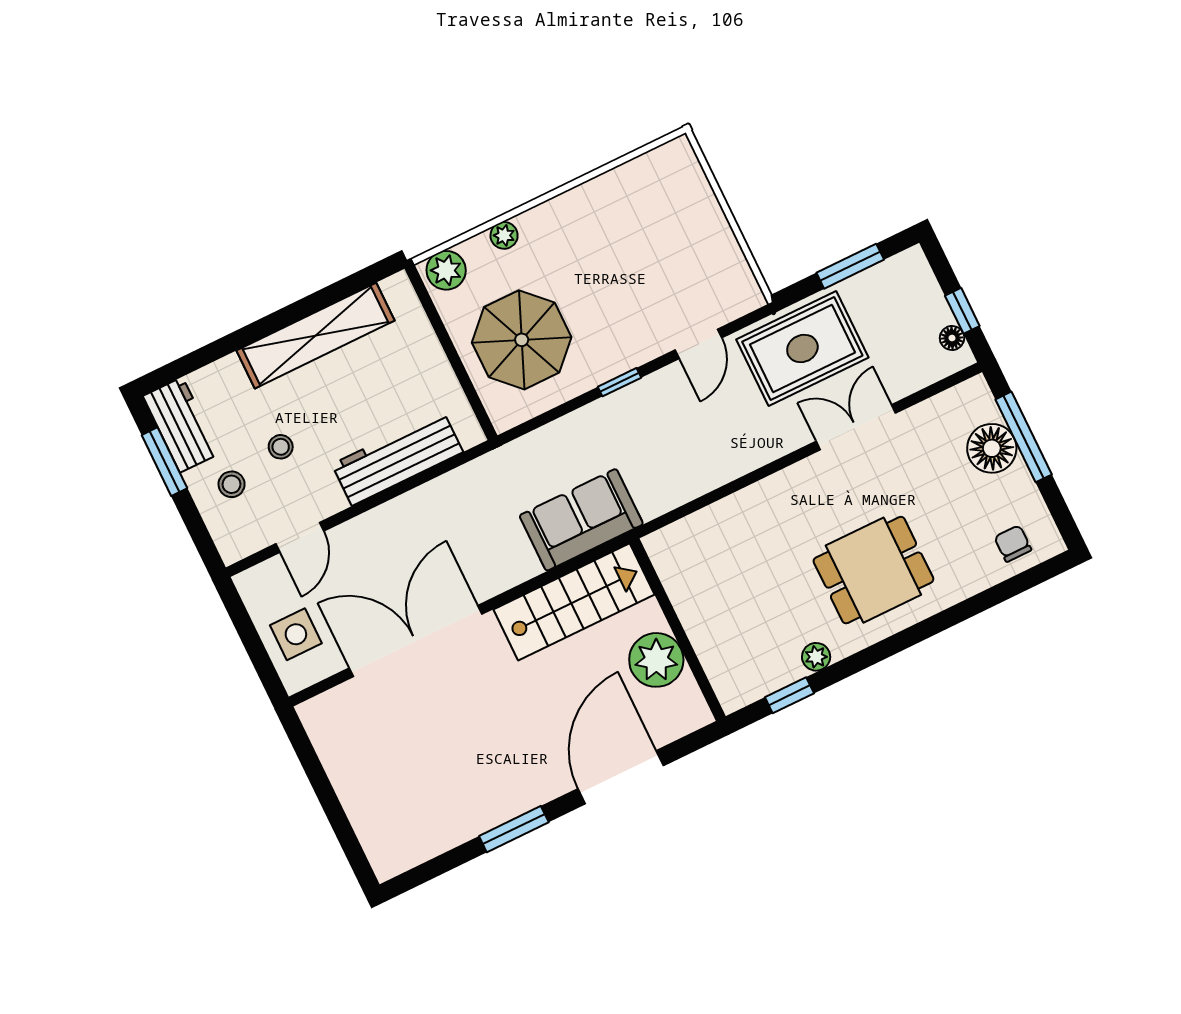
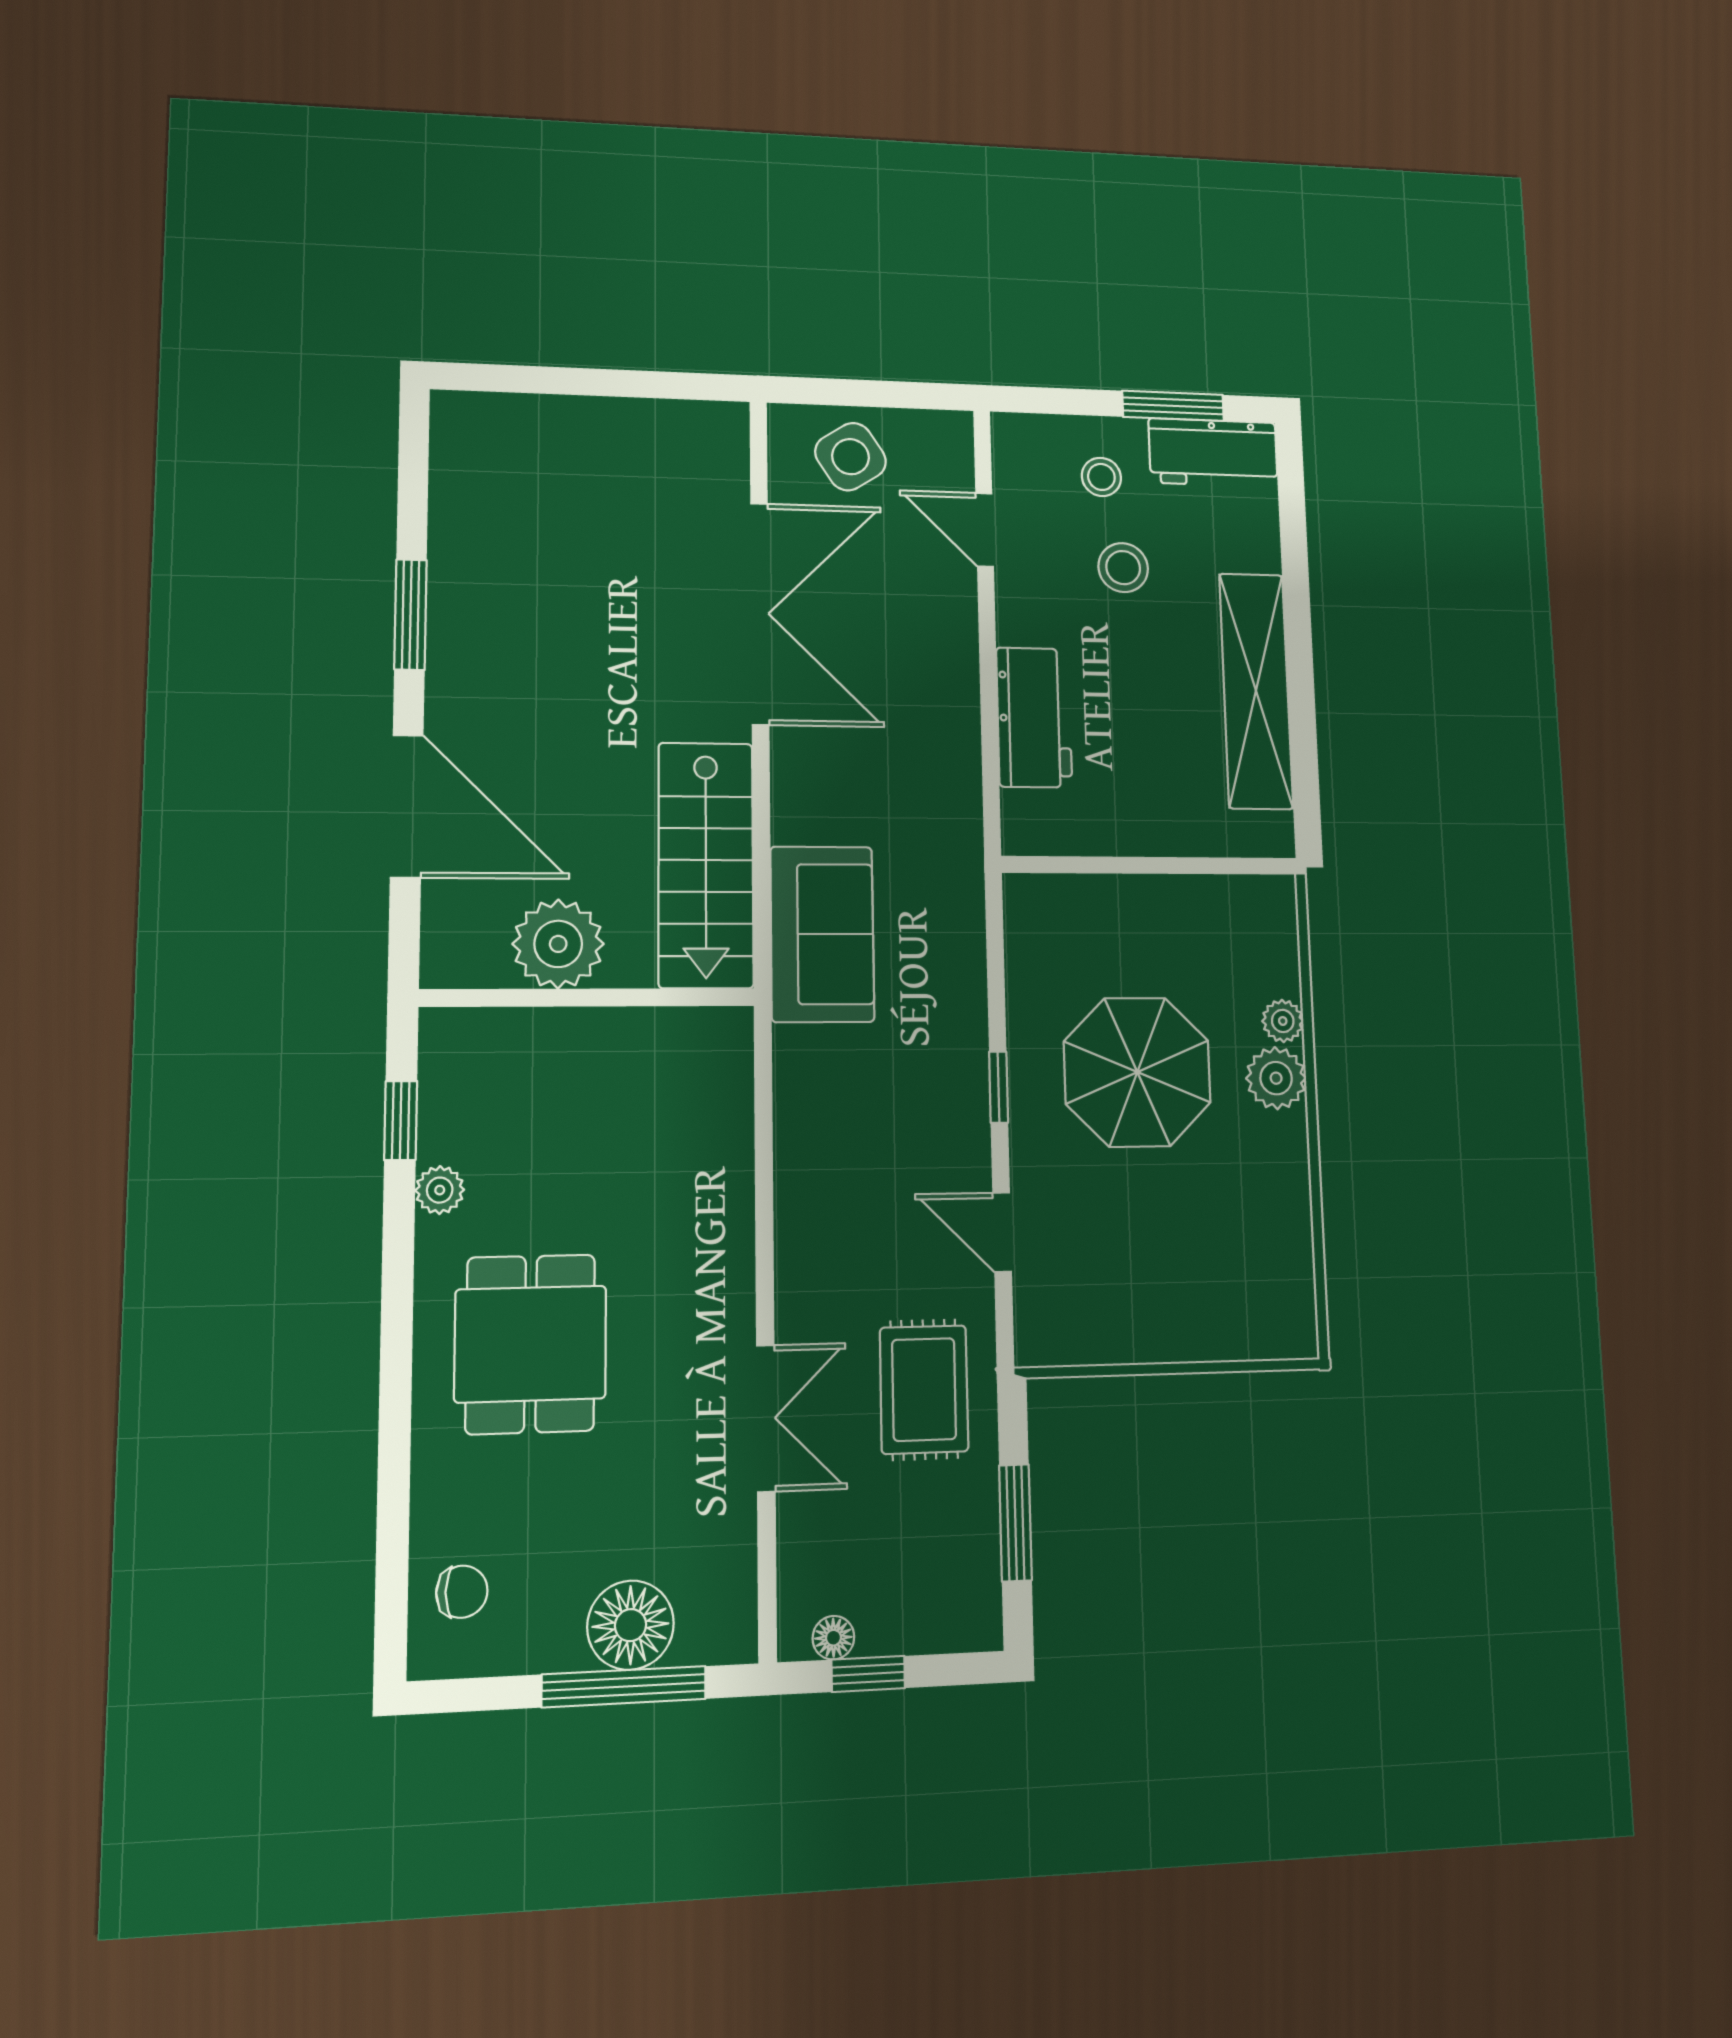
plant: (446, 270) -> (1276, 1078), moved
parasol: (522, 340) -> (1137, 1072), moved
rug: (802, 349) -> (924, 1389), width x0.73, depth x0.70
stool: (281, 447) -> (1123, 568), width x1.37, depth x1.37
workbench: (397, 458) -> (1034, 717), width x0.73
side table: (296, 634) -> (851, 457), turned -33

